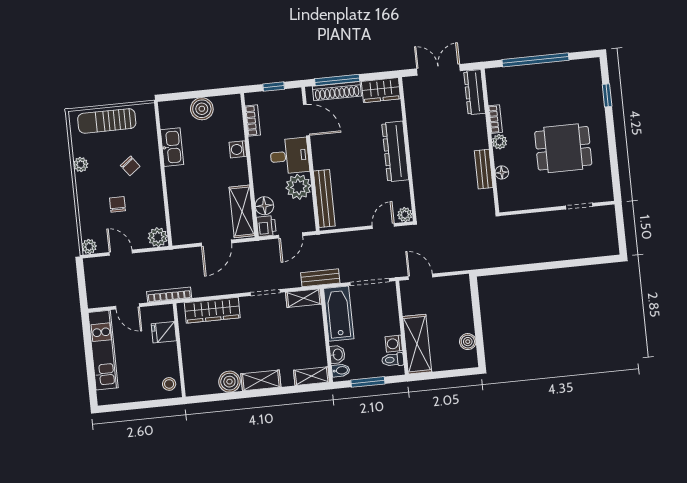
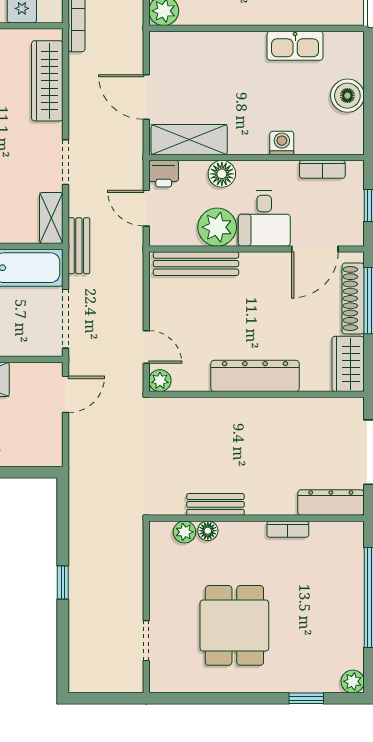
plant: (593, 66) -> (353, 681), added
plant: (499, 142) -> (184, 532), moved
floor lamp: (264, 206) -> (222, 174), moved
window: (546, 266) -> (63, 582), added

